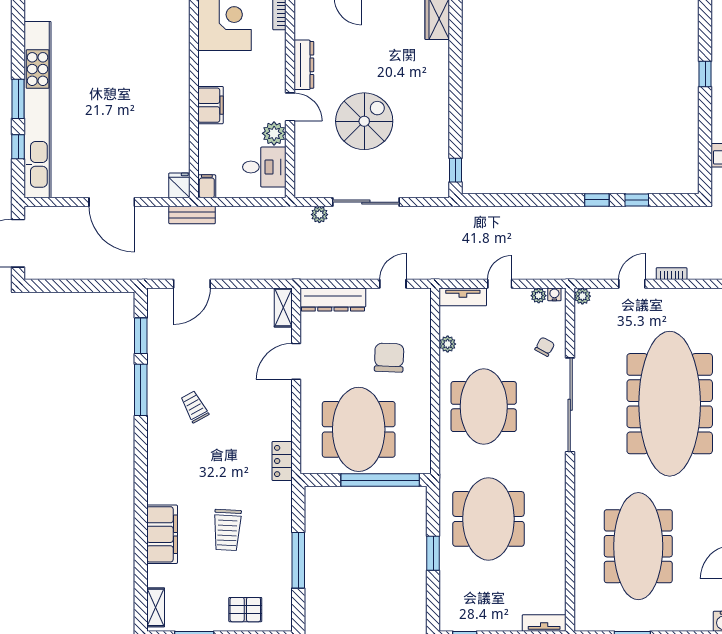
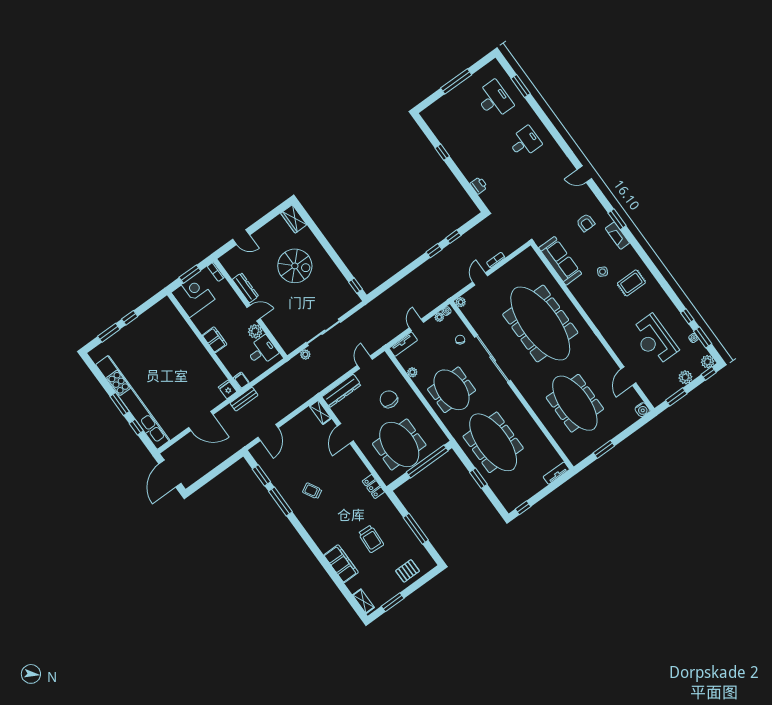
spiral stairs: (364, 121) -> (295, 266), moved, turned 90
meeting table: (488, 519) -> (493, 442), width x1.36

